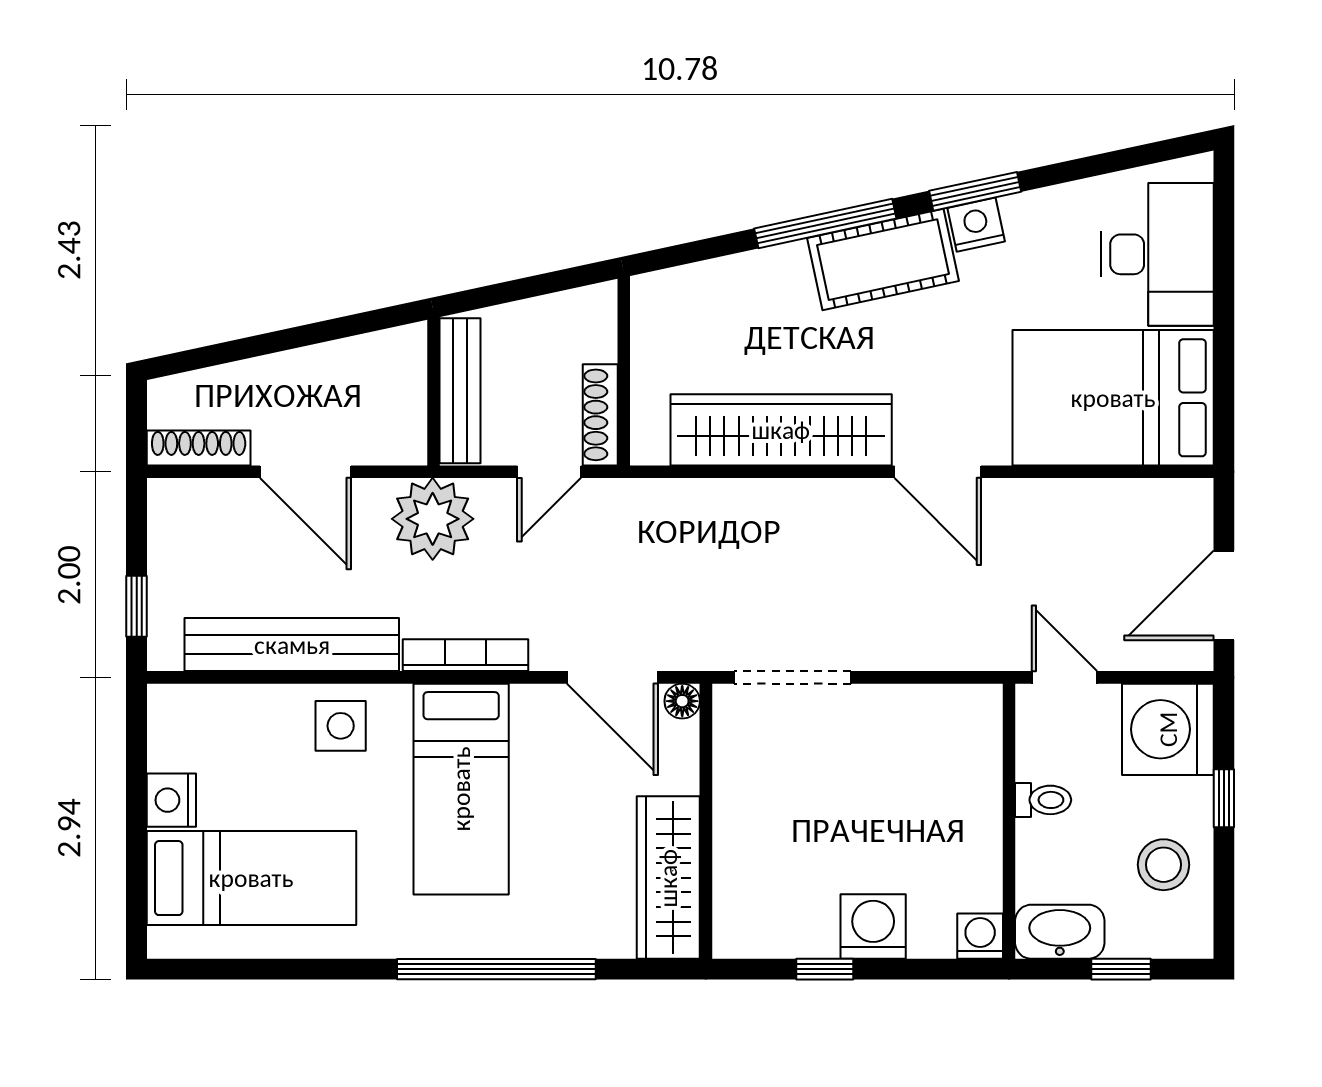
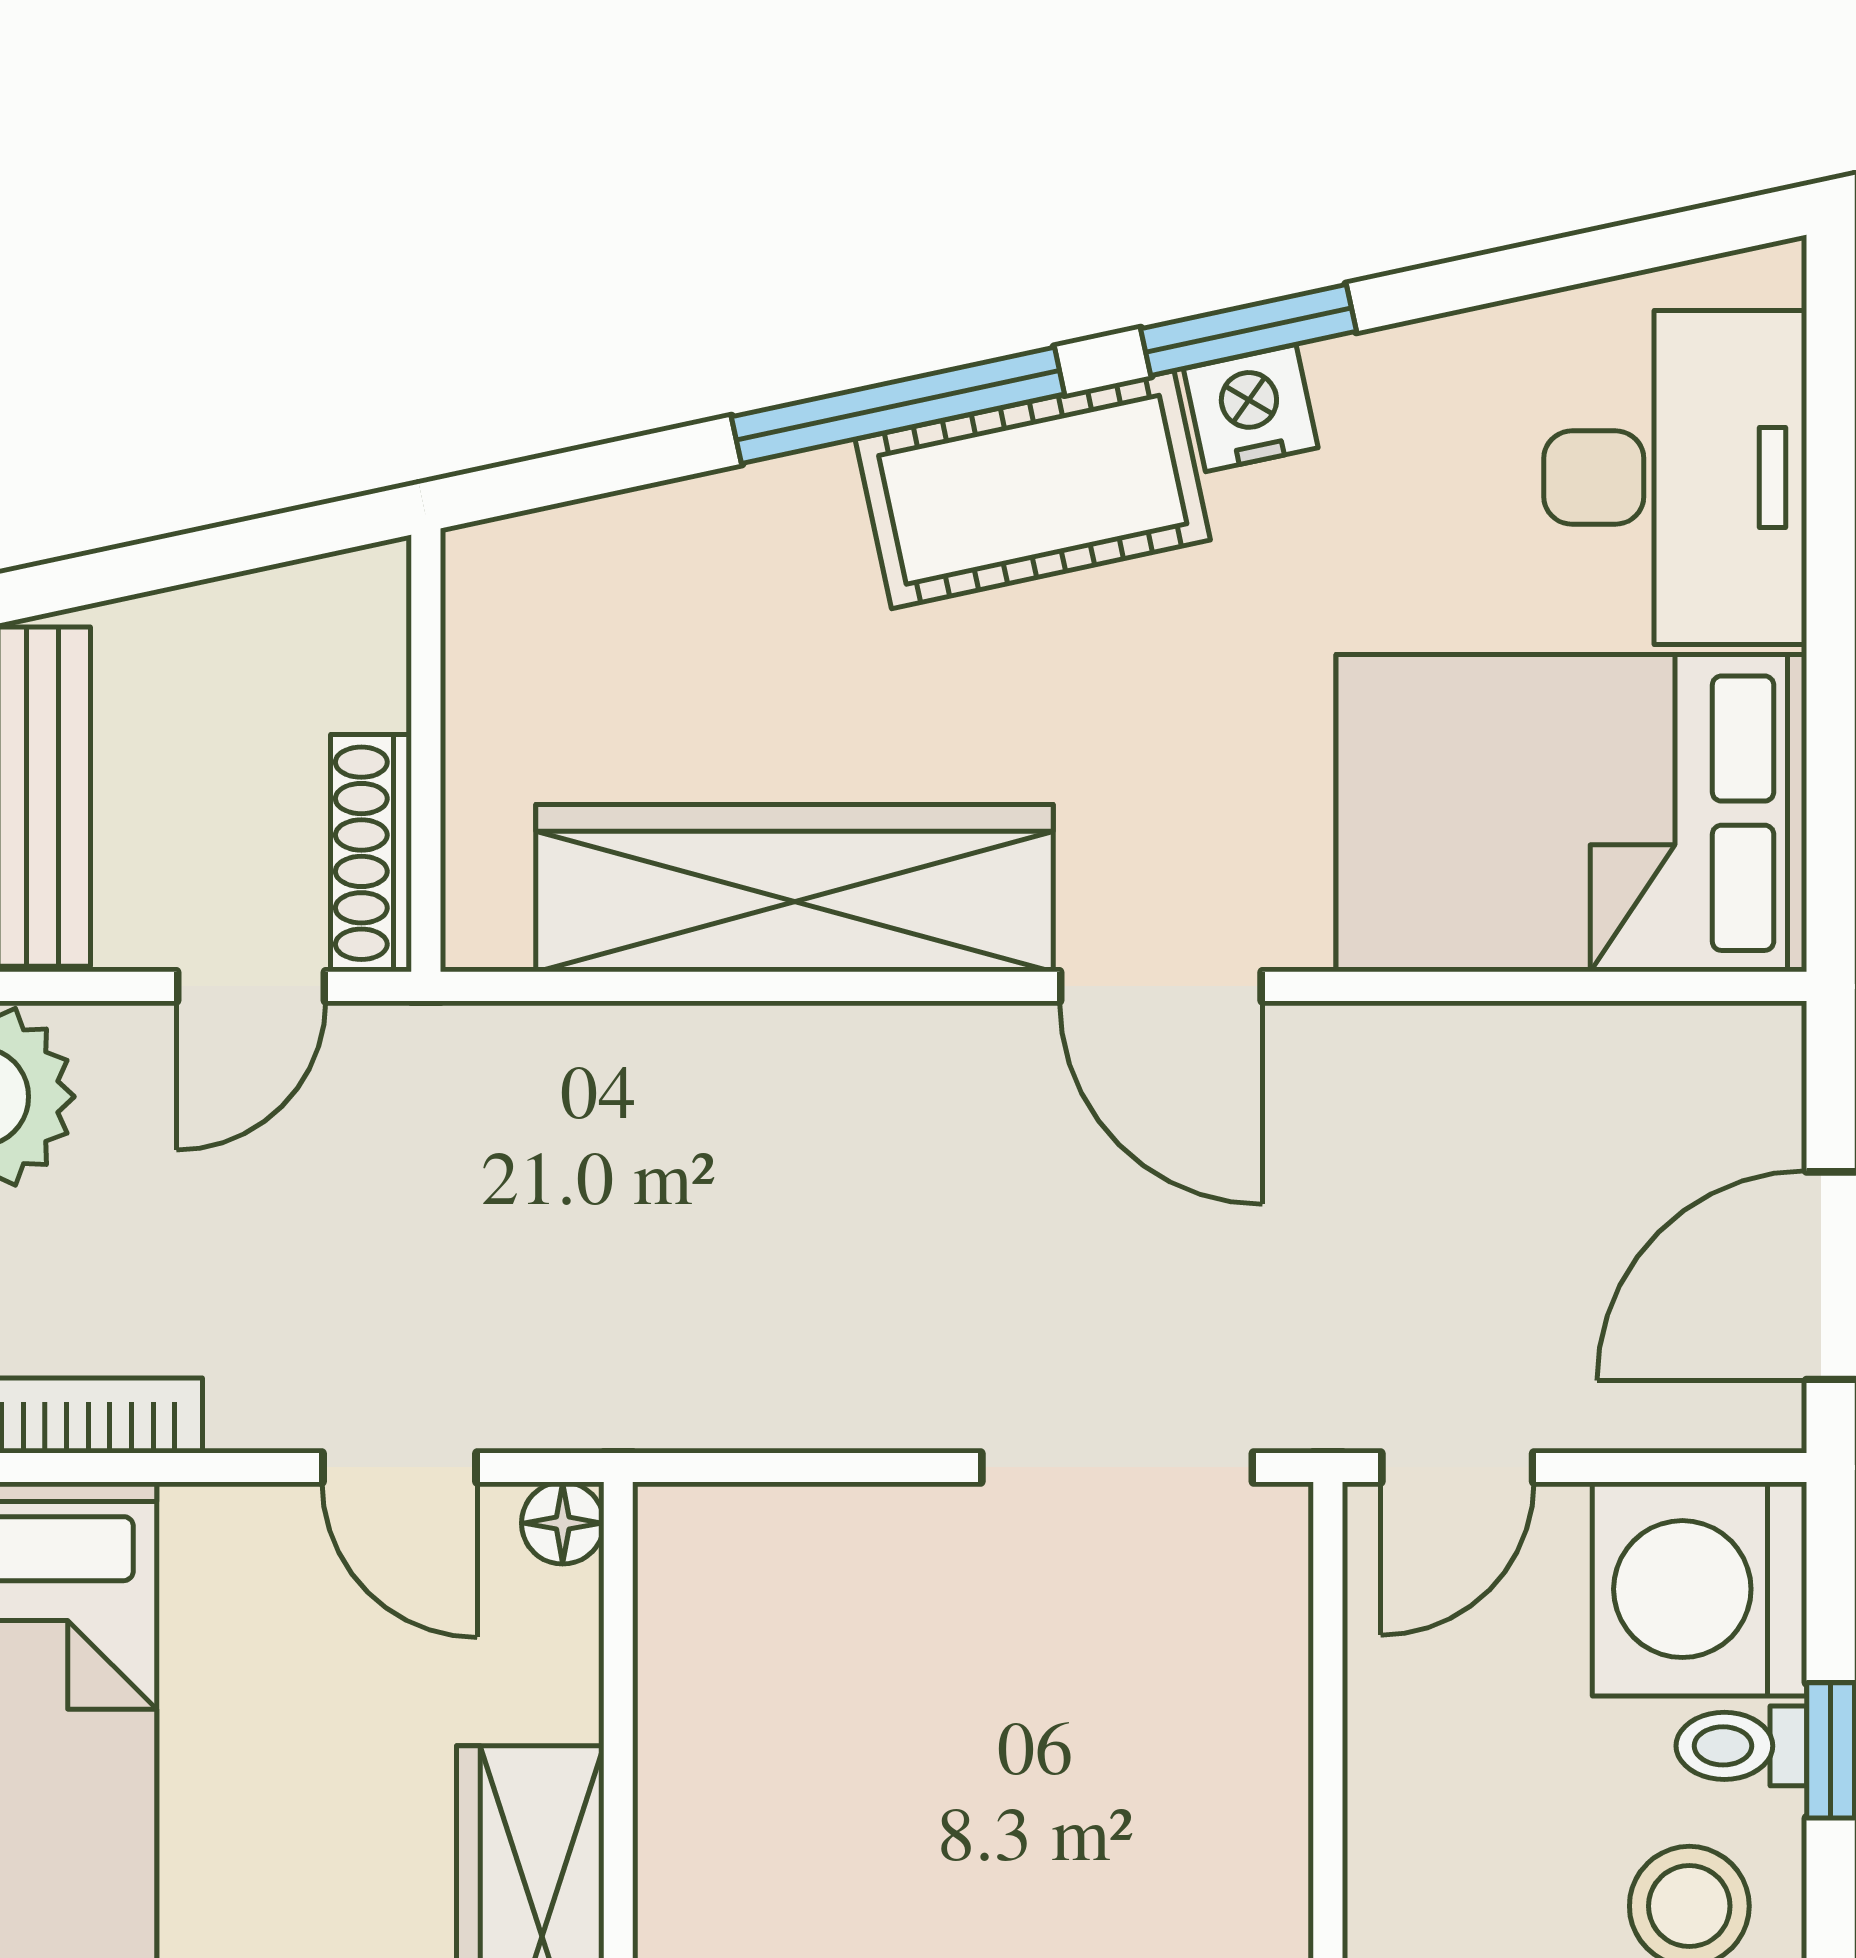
door: (612, 677) -> (399, 1467), width x0.73
doorway: (792, 677) -> (1117, 1467), moved
door: (1064, 677) -> (1457, 1467), swing flipped
toilet: (1043, 800) -> (1741, 1746), moved, turned 180

